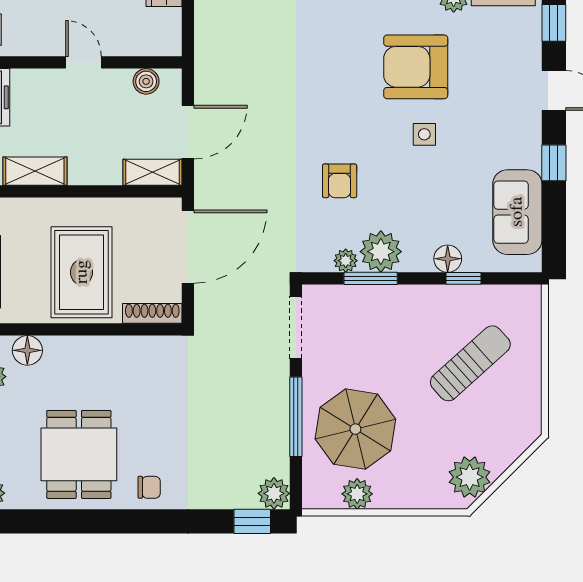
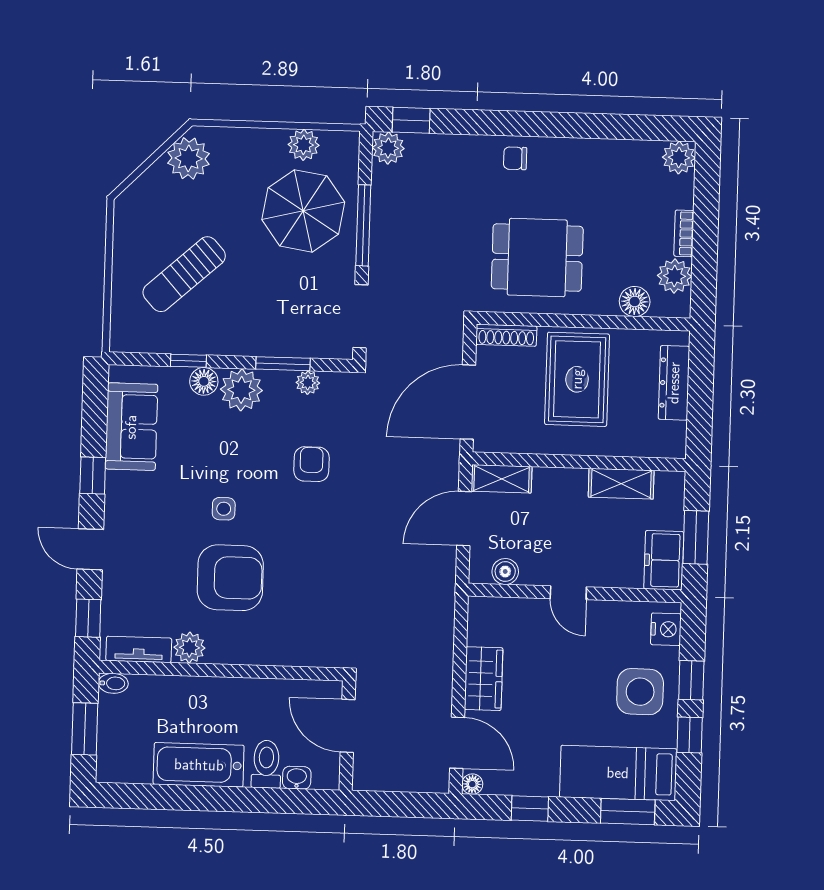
plant: (381, 252) -> (241, 390), moved
dining table: (79, 454) -> (537, 258), moved, turned 90

